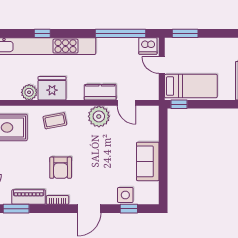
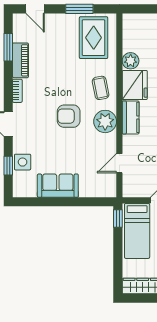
kitchen counter: (100, 92) -> (131, 117), moved
plant: (99, 116) -> (105, 121), moved
armchair: (61, 168) -> (69, 116), moved

